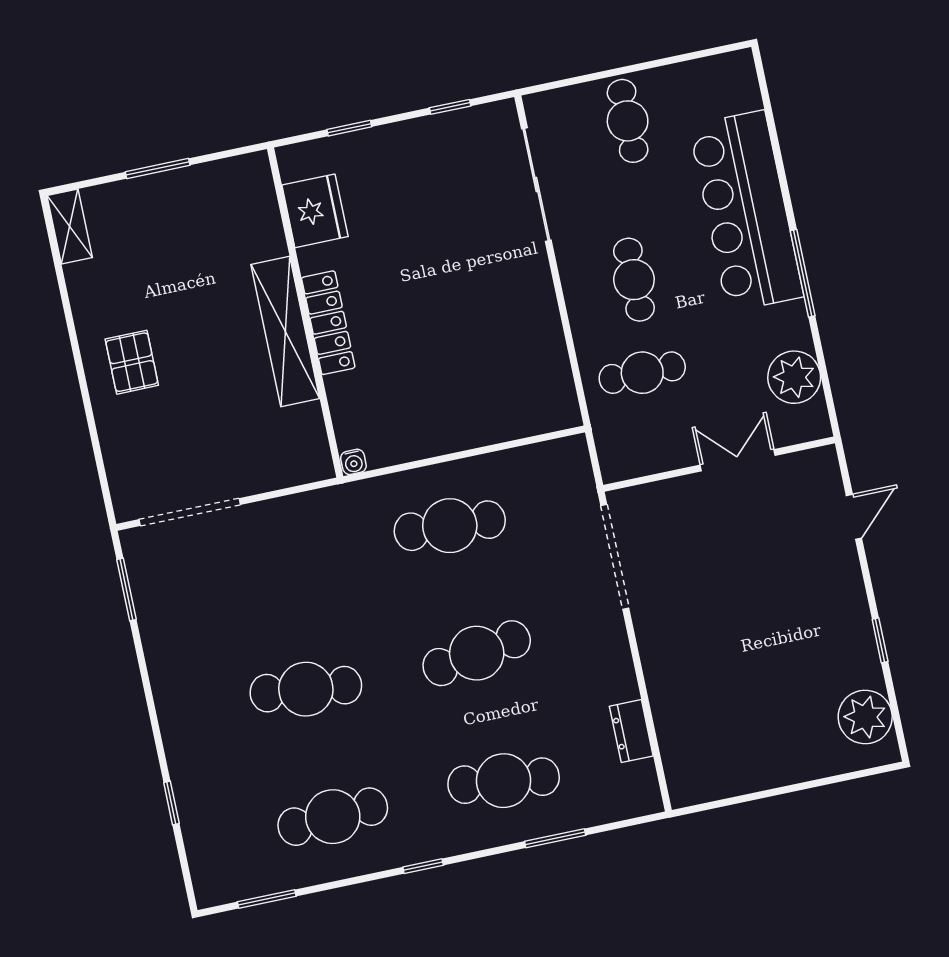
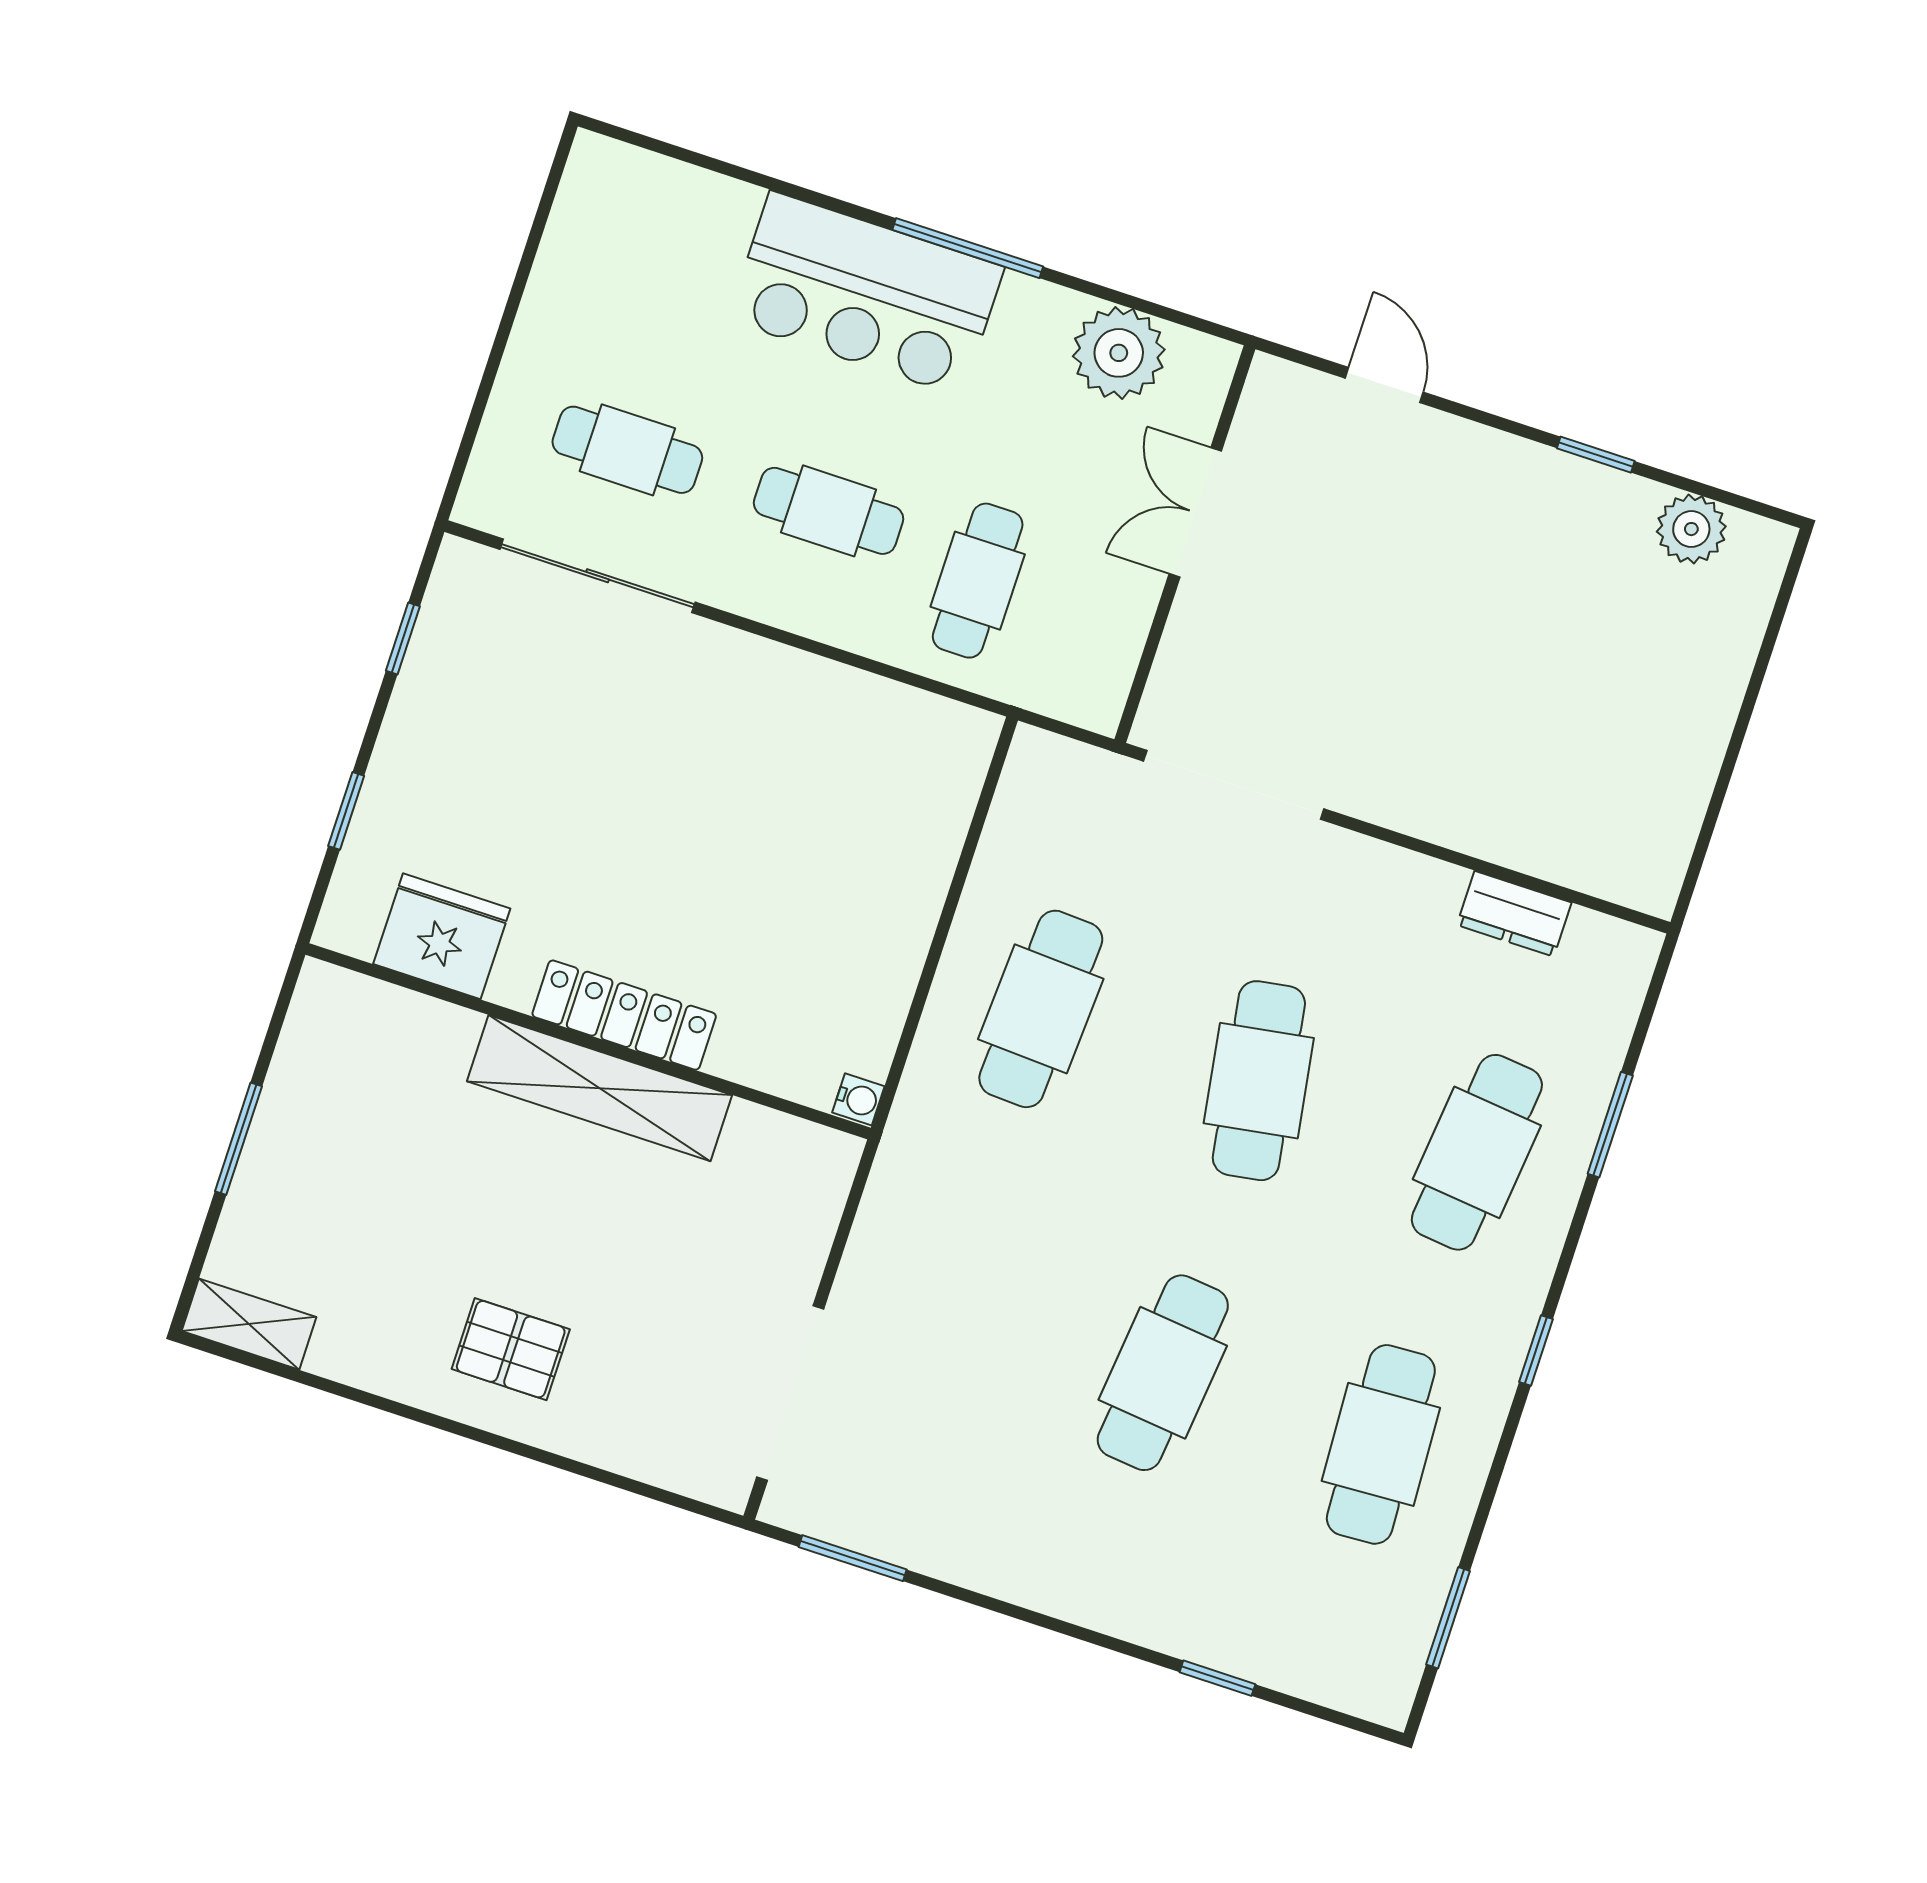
cafe table: (628, 121) -> (627, 450), moved
bar counter: (746, 211) -> (866, 293), width x0.73
plant: (865, 717) -> (1691, 529), width x0.73, depth x0.73

